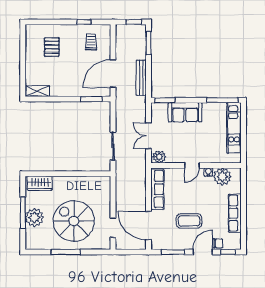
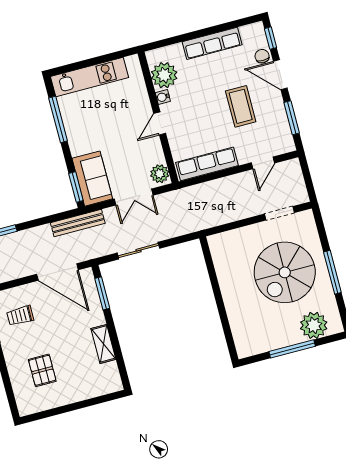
pallet: (52, 47) -> (42, 370), turned 90
bench: (141, 78) -> (78, 223), moved
shelving: (37, 91) -> (103, 344), moved
window: (222, 100) -> (58, 119), moved
sofa: (185, 112) -> (92, 179), moved
sliding door: (113, 146) -> (138, 251), moved
door: (192, 165) -> (160, 123), swing flipped
wardrobe: (40, 183) -> (243, 336), removed
plant: (34, 217) -> (314, 325), moved
door: (149, 226) -> (263, 163), width x0.53

